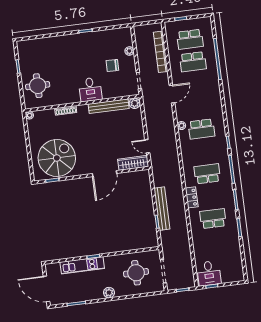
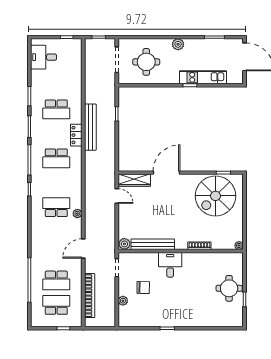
school desk: (193, 62) -> (56, 280), turned 180
round table: (38, 86) -> (229, 288), moved
bench: (162, 209) -> (90, 127), moved
desk: (209, 273) -> (44, 57), moved, turned -90

